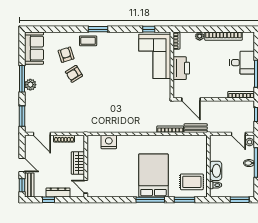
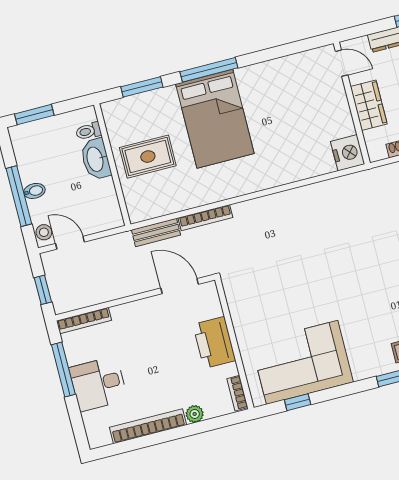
corner sofa: (155, 56) -> (302, 362), moved, turned -90
nightstand: (109, 142) -> (348, 153), moved, turned -90
rug: (192, 182) -> (148, 157), moved

